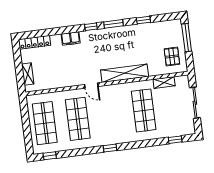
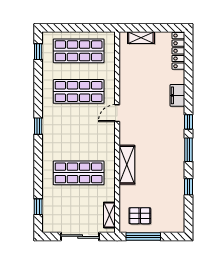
window: (187, 38) -> (143, 236), moved
shelving: (125, 73) -> (127, 165), width x0.68
shelving: (164, 82) -> (109, 215), moved

